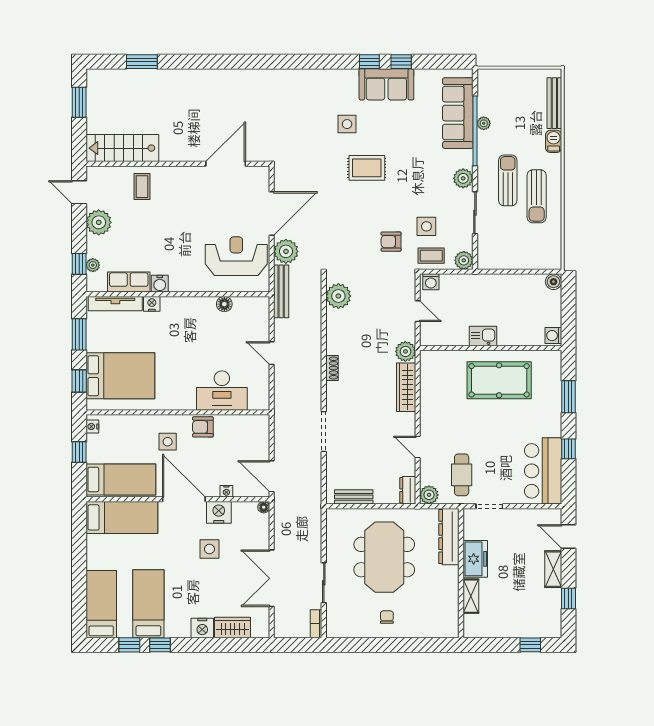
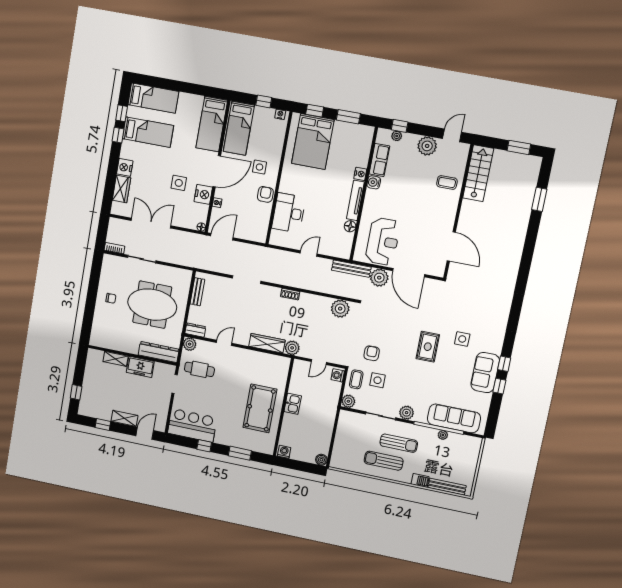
tv unit: (115, 304) -> (355, 200), moved

